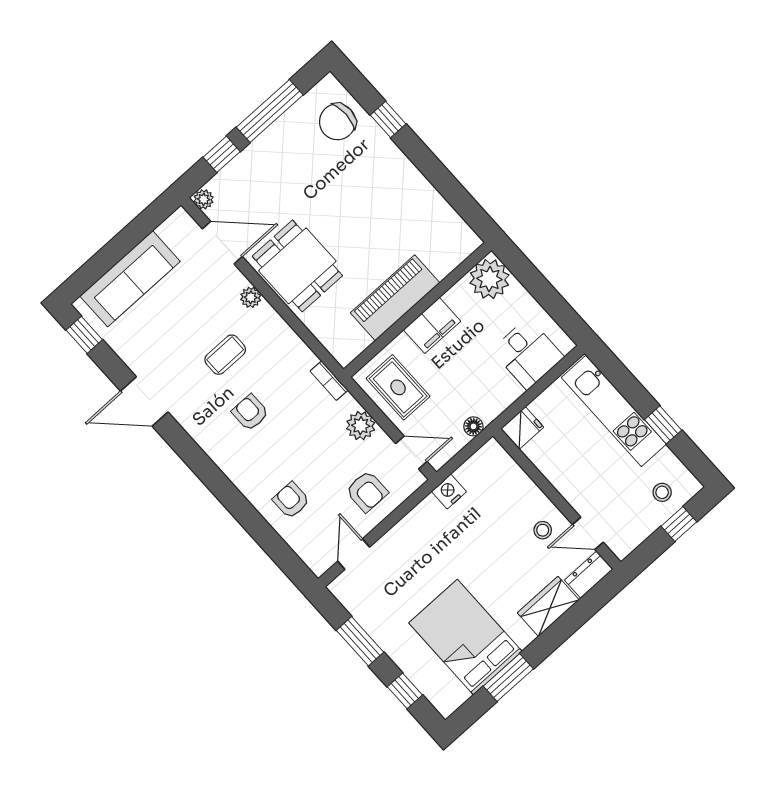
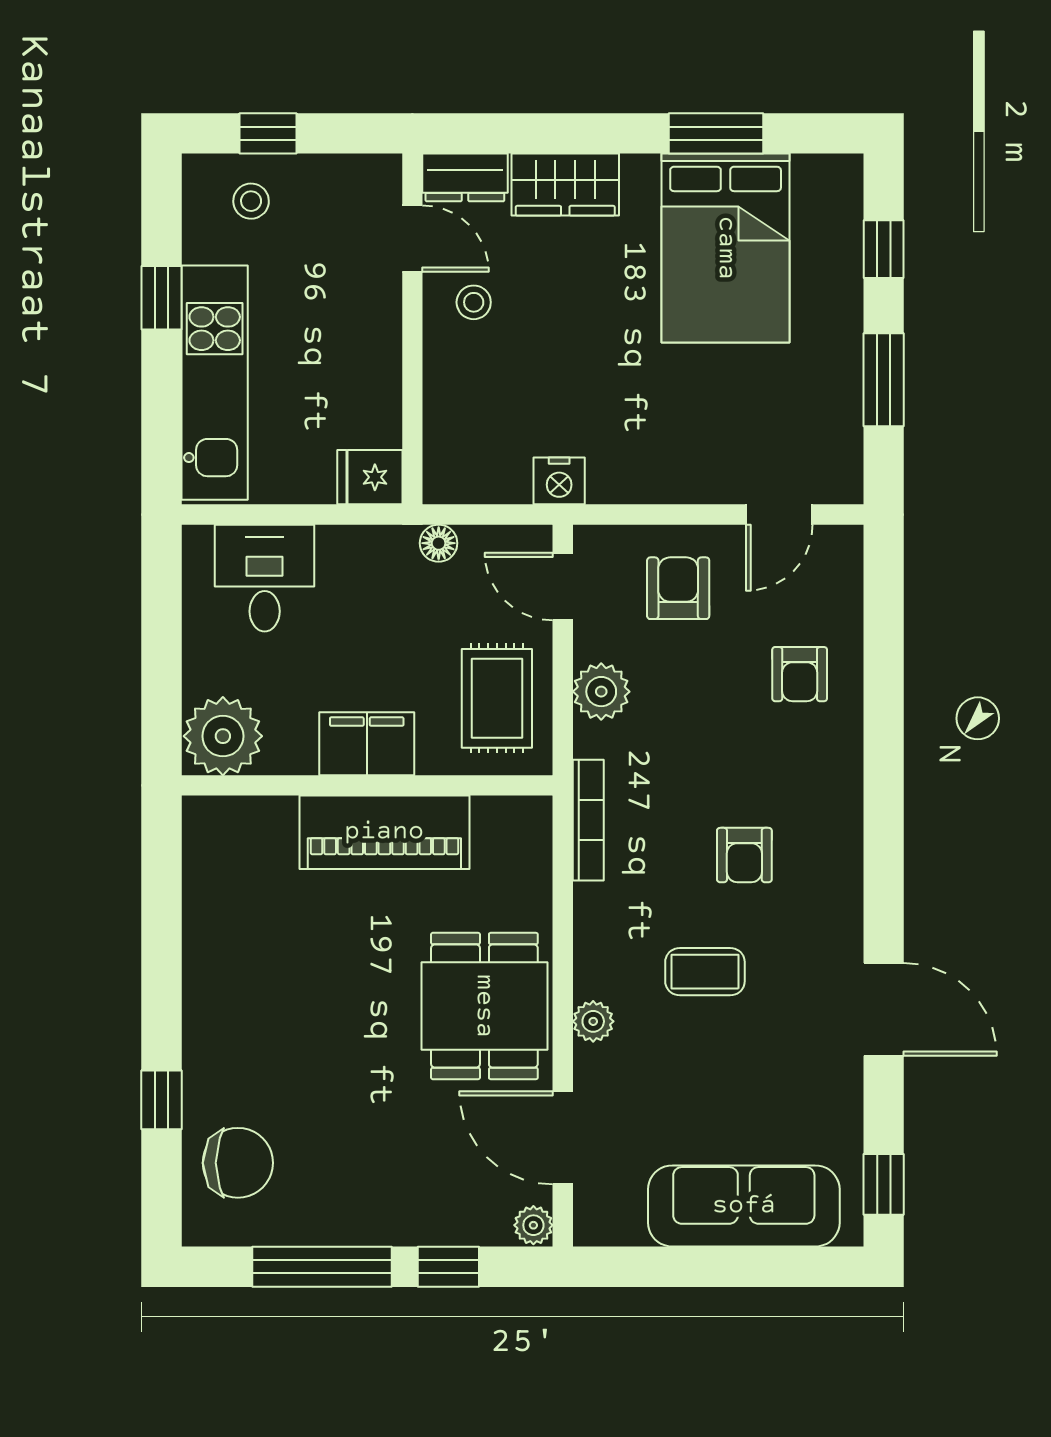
bookcase: (329, 381) -> (588, 820), width x1.56

